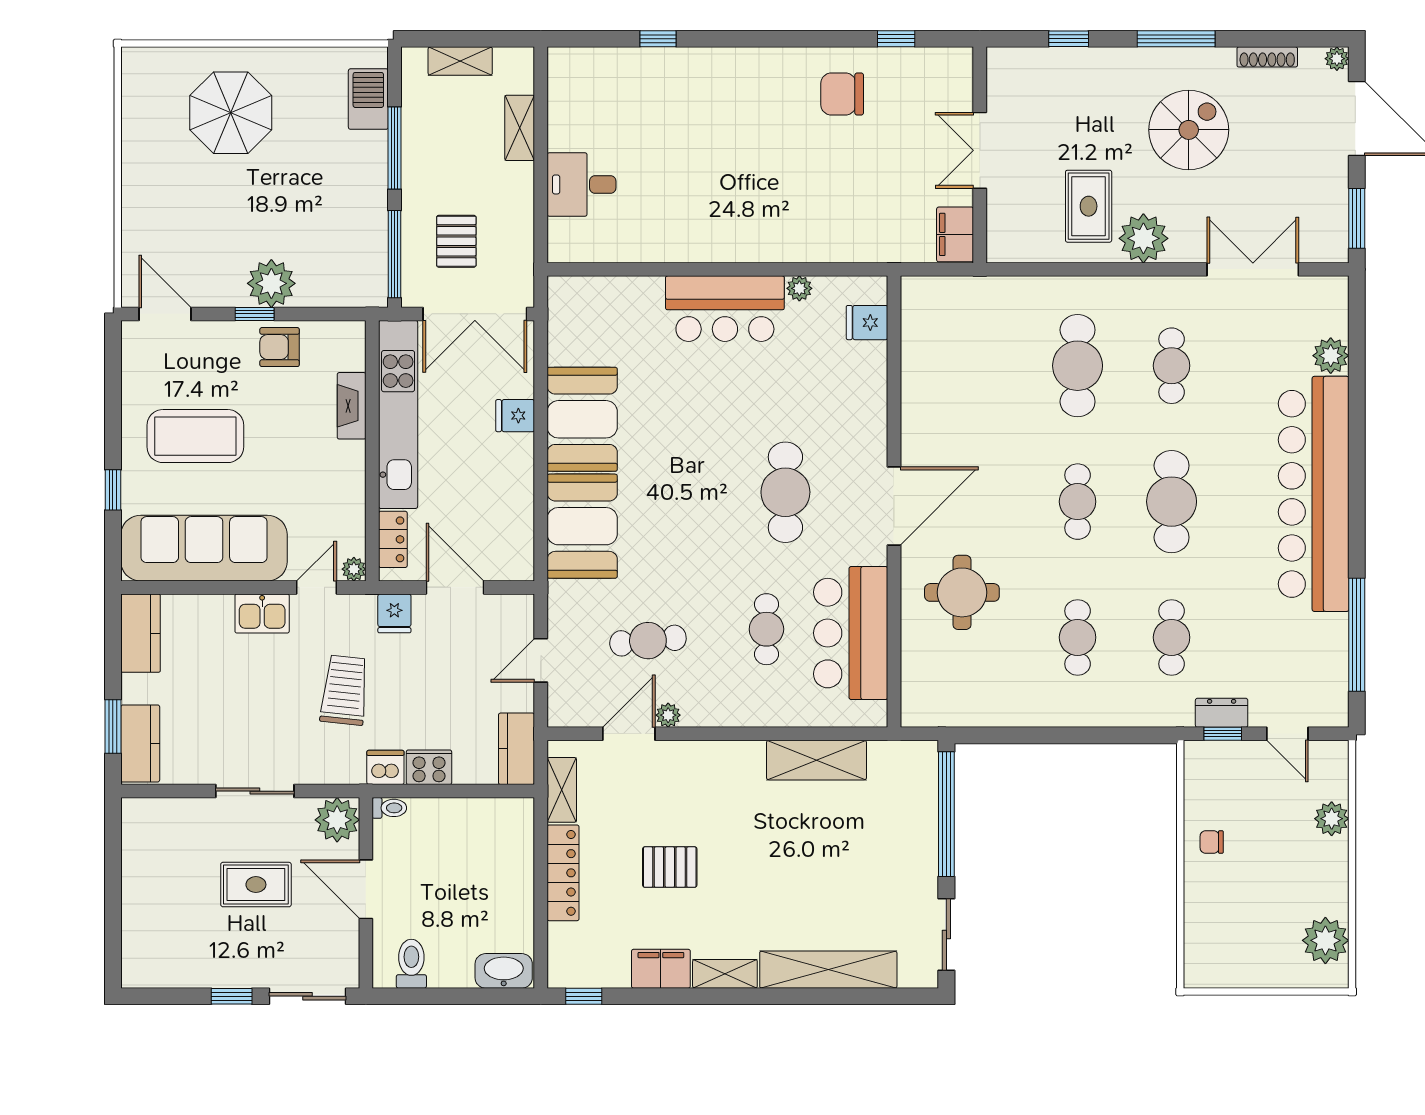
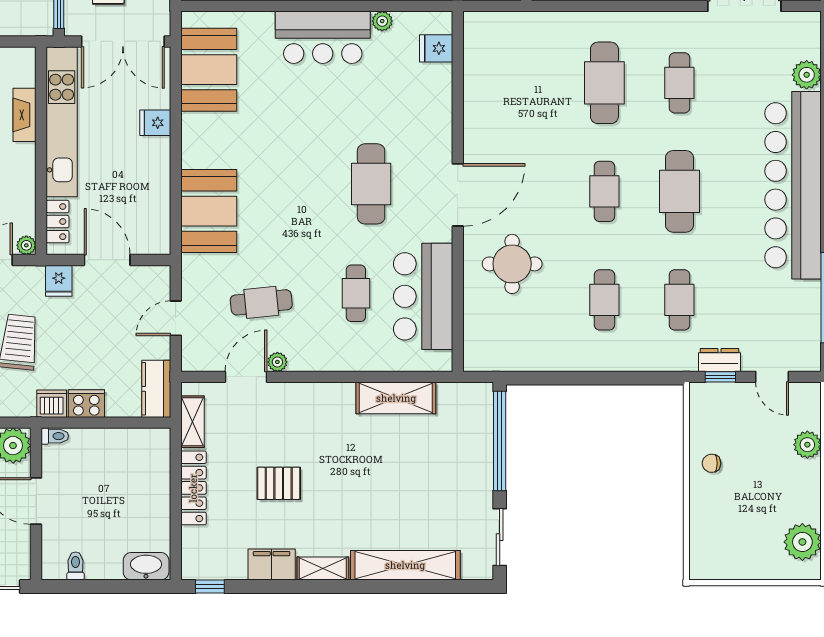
booth: (582, 419) -> (209, 70), moved
toilet: (411, 964) -> (76, 566), width x0.73, depth x0.72

